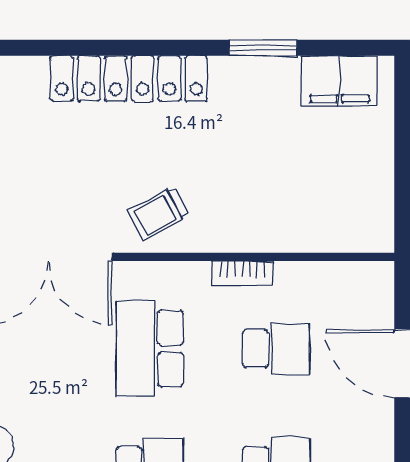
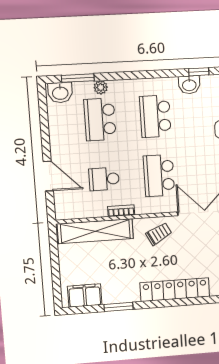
shelving: (305, 230) -> (95, 231), added
school desk: (150, 349) -> (159, 176), turned 180

